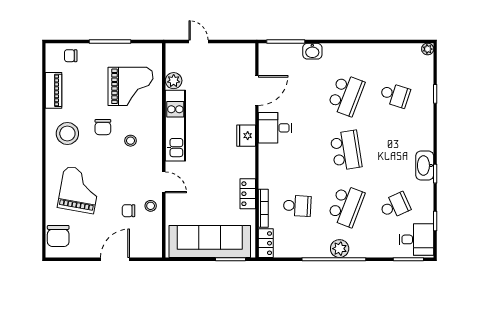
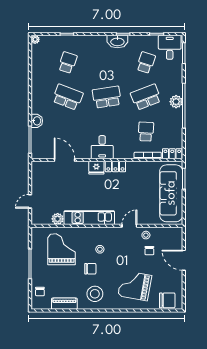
desk: (275, 128) -> (102, 147), moved
locker: (248, 194) -> (115, 167), moved
school desk: (346, 206) -> (146, 97), turned -42
school desk: (395, 206) -> (146, 63), turned 42

